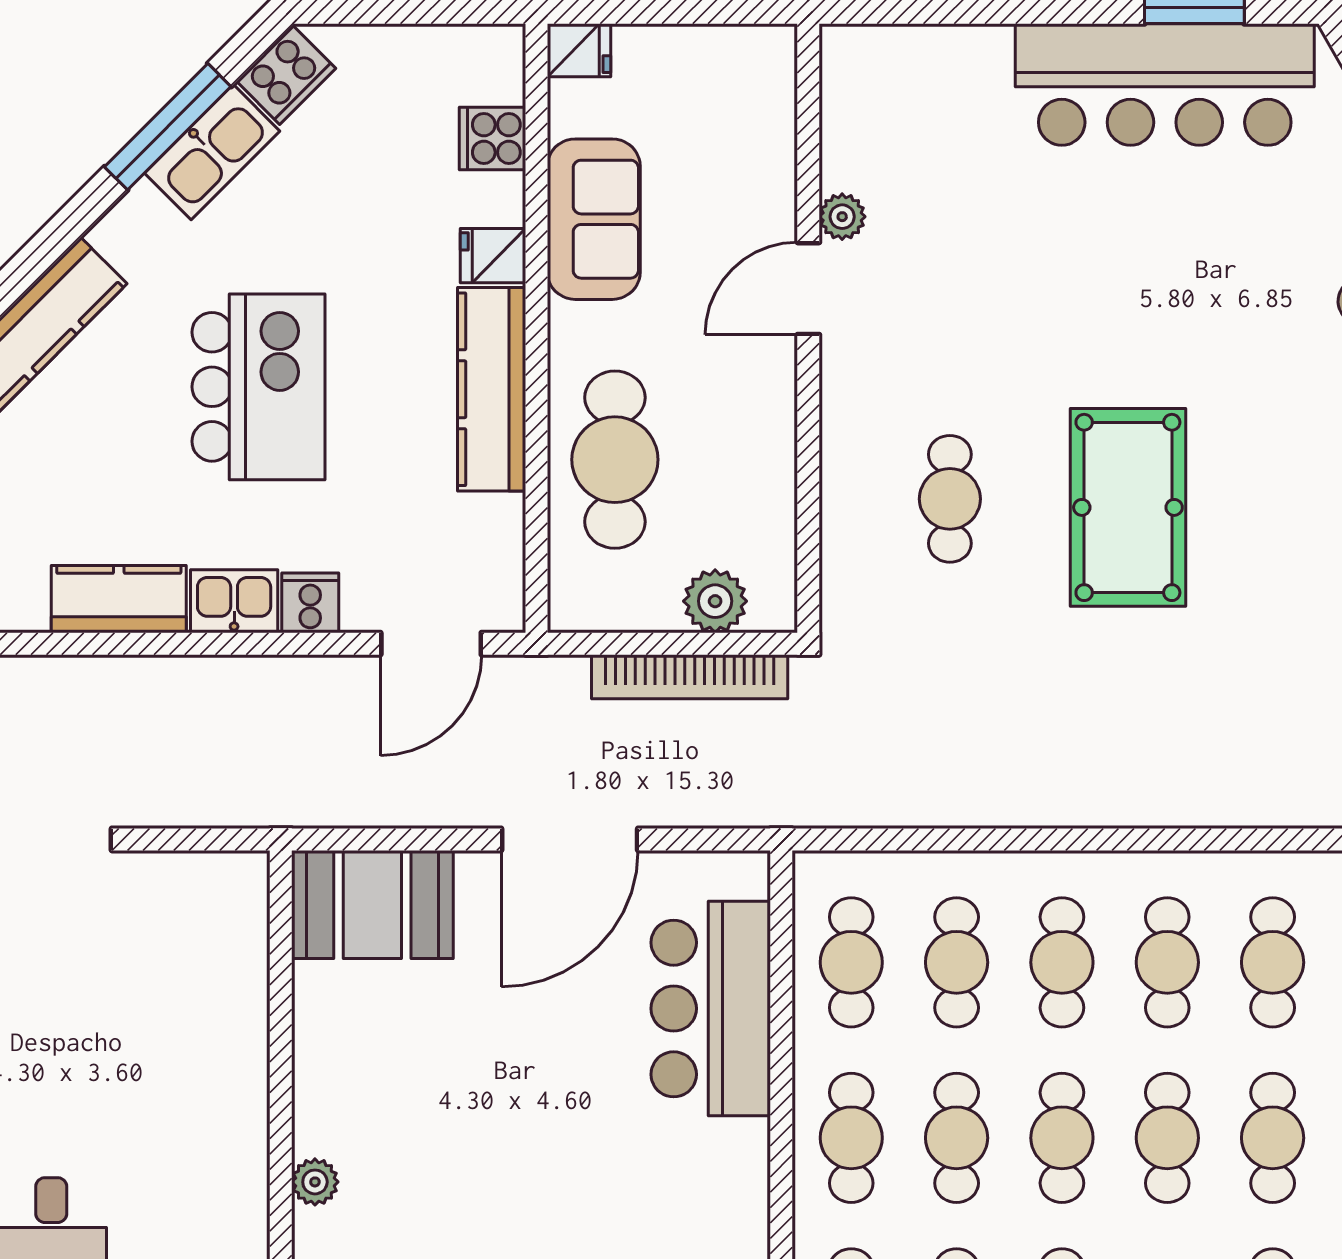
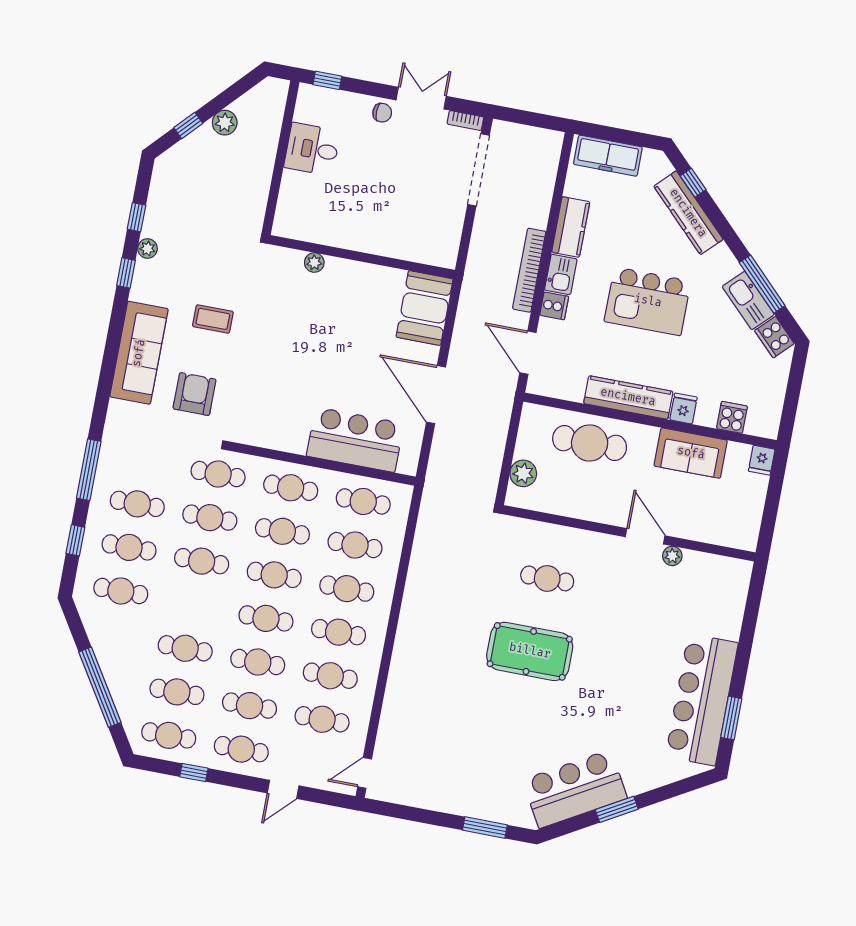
bookcase: (690, 677) -> (529, 270), moved

